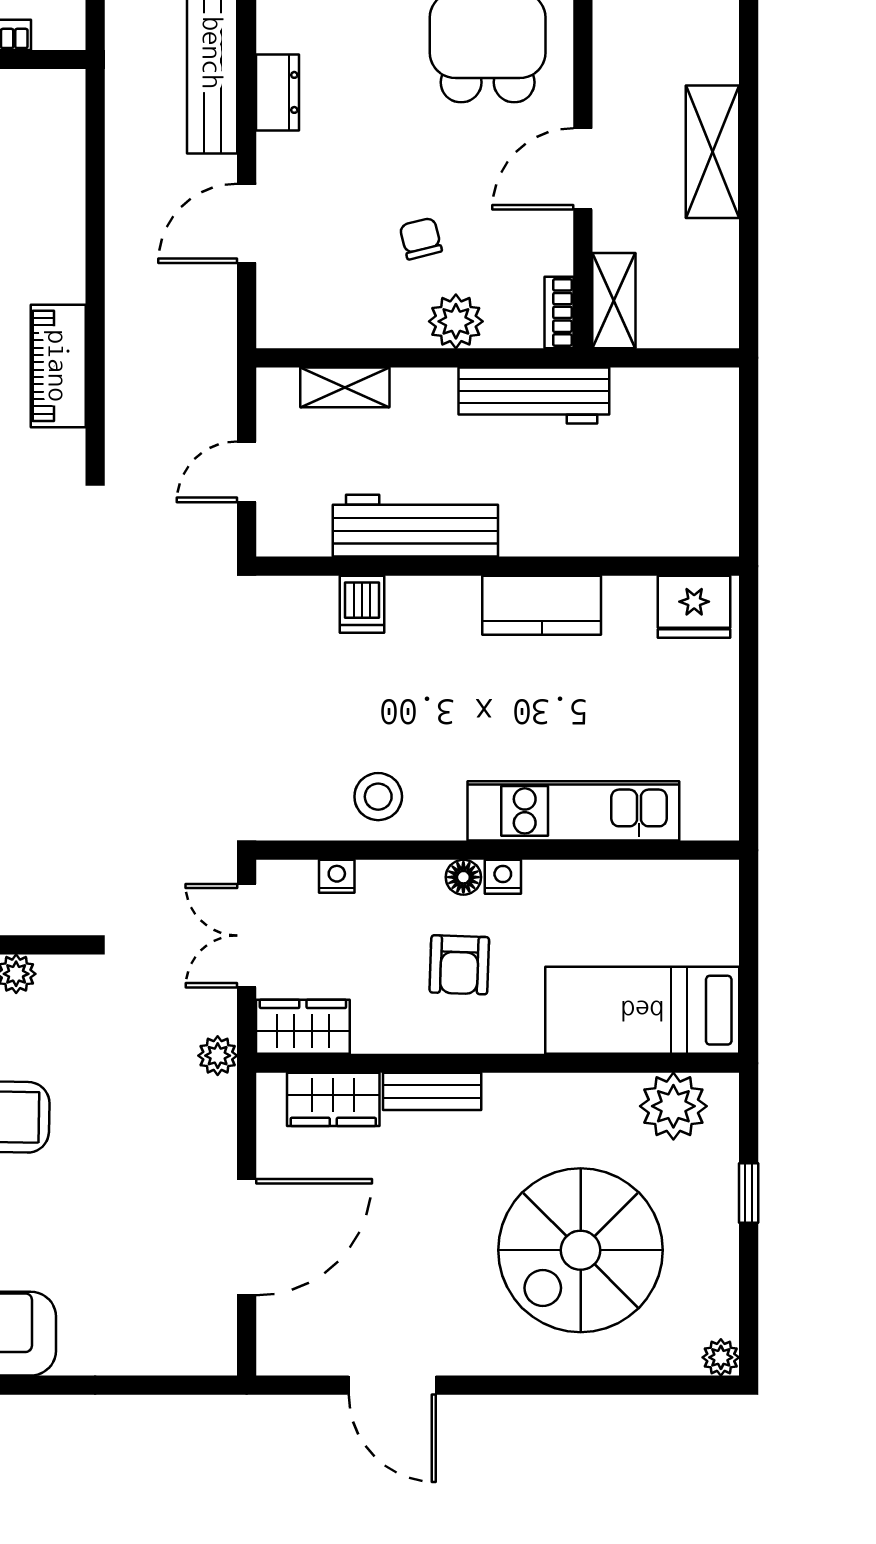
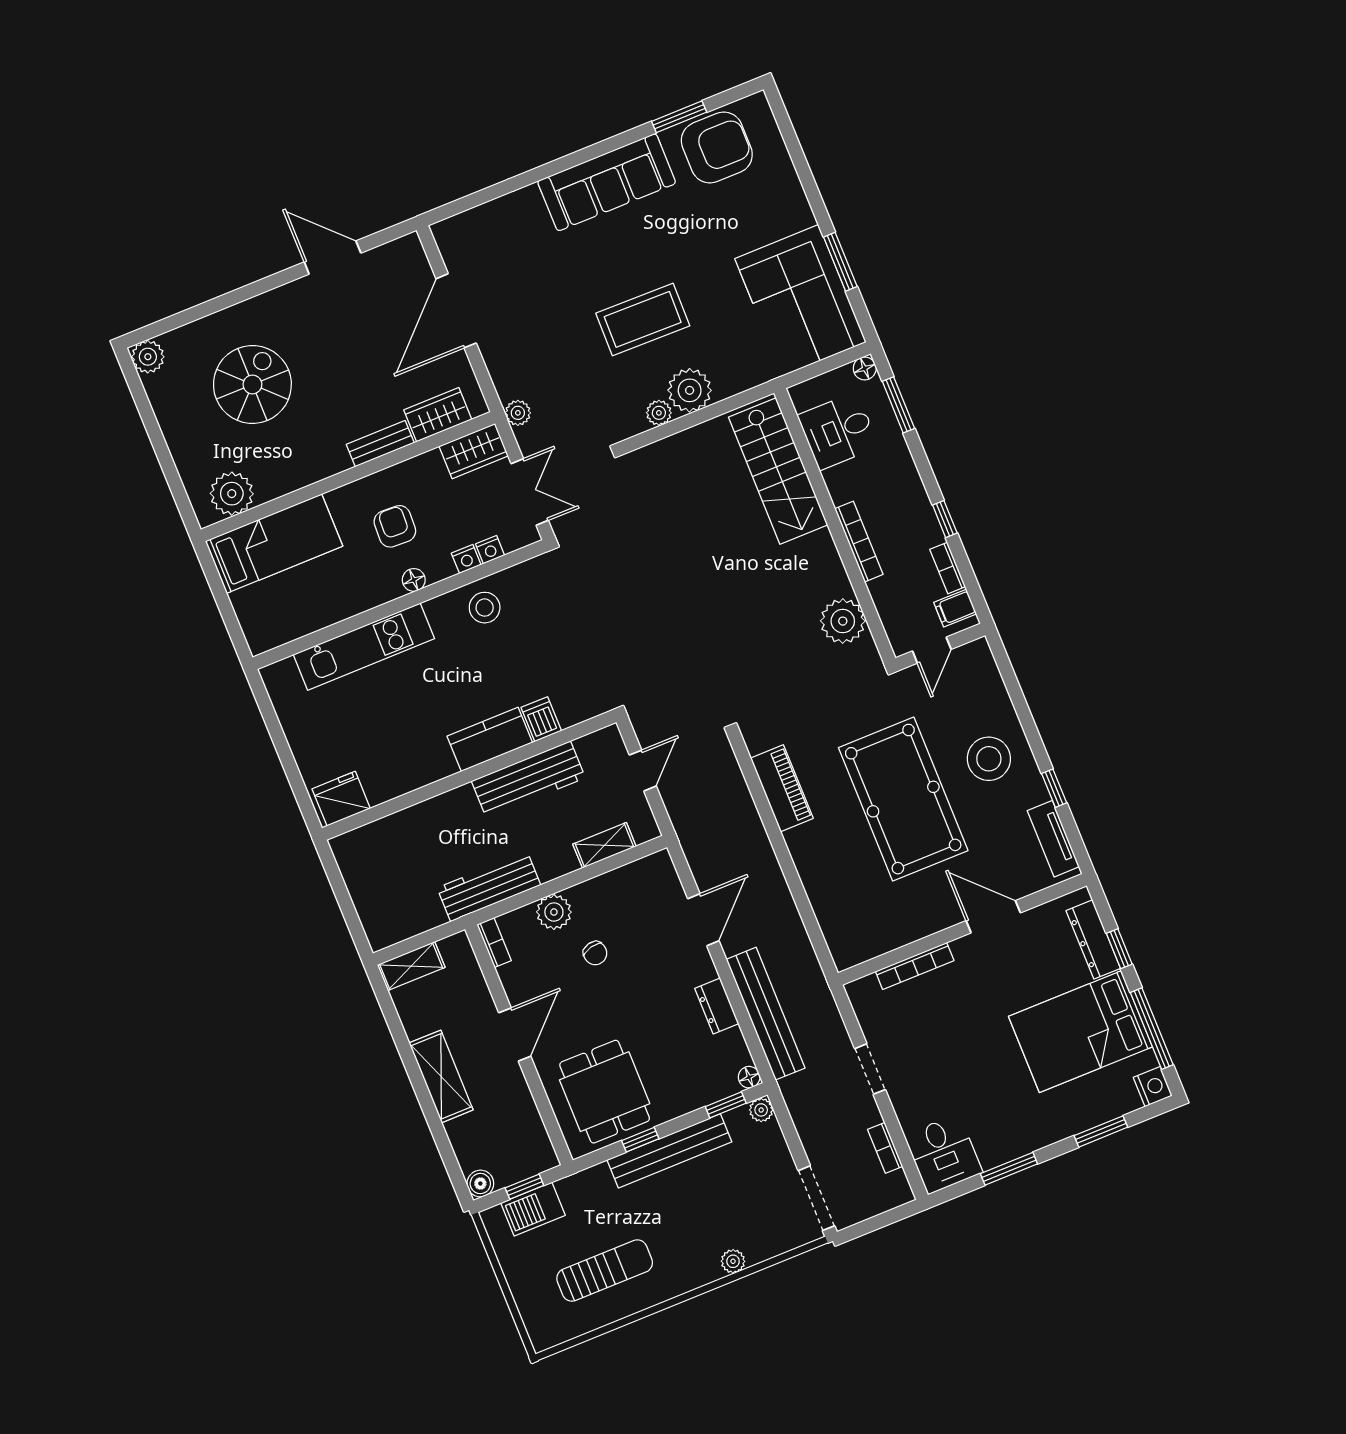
shelving: (614, 301) -> (411, 966), moved, turned 90
kitchen counter: (542, 605) -> (490, 739), moved
nightstand: (503, 877) -> (466, 559), moved
window: (749, 1193) -> (165, 460), removed
spiral stairs: (581, 1250) -> (252, 384), width x0.73, depth x0.73
plant: (721, 1357) -> (148, 357), width x1.38, depth x1.38

